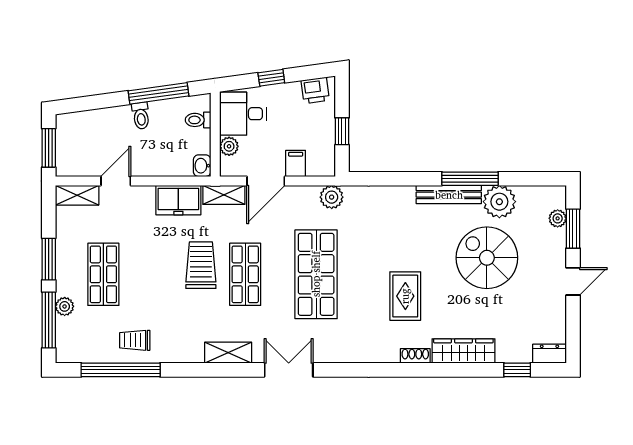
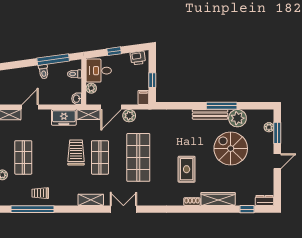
filing cabinet: (296, 163) -> (143, 97), moved
plant: (332, 197) -> (129, 116), moved

